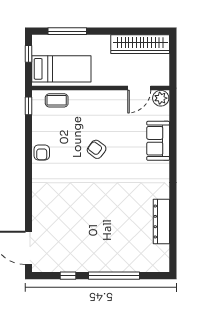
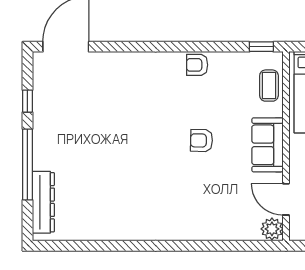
sofa: (158, 141) -> (267, 145), moved, turned -90
armchair: (97, 149) -> (202, 141), turned -126
dresser: (161, 222) -> (43, 202), moved, turned 90

